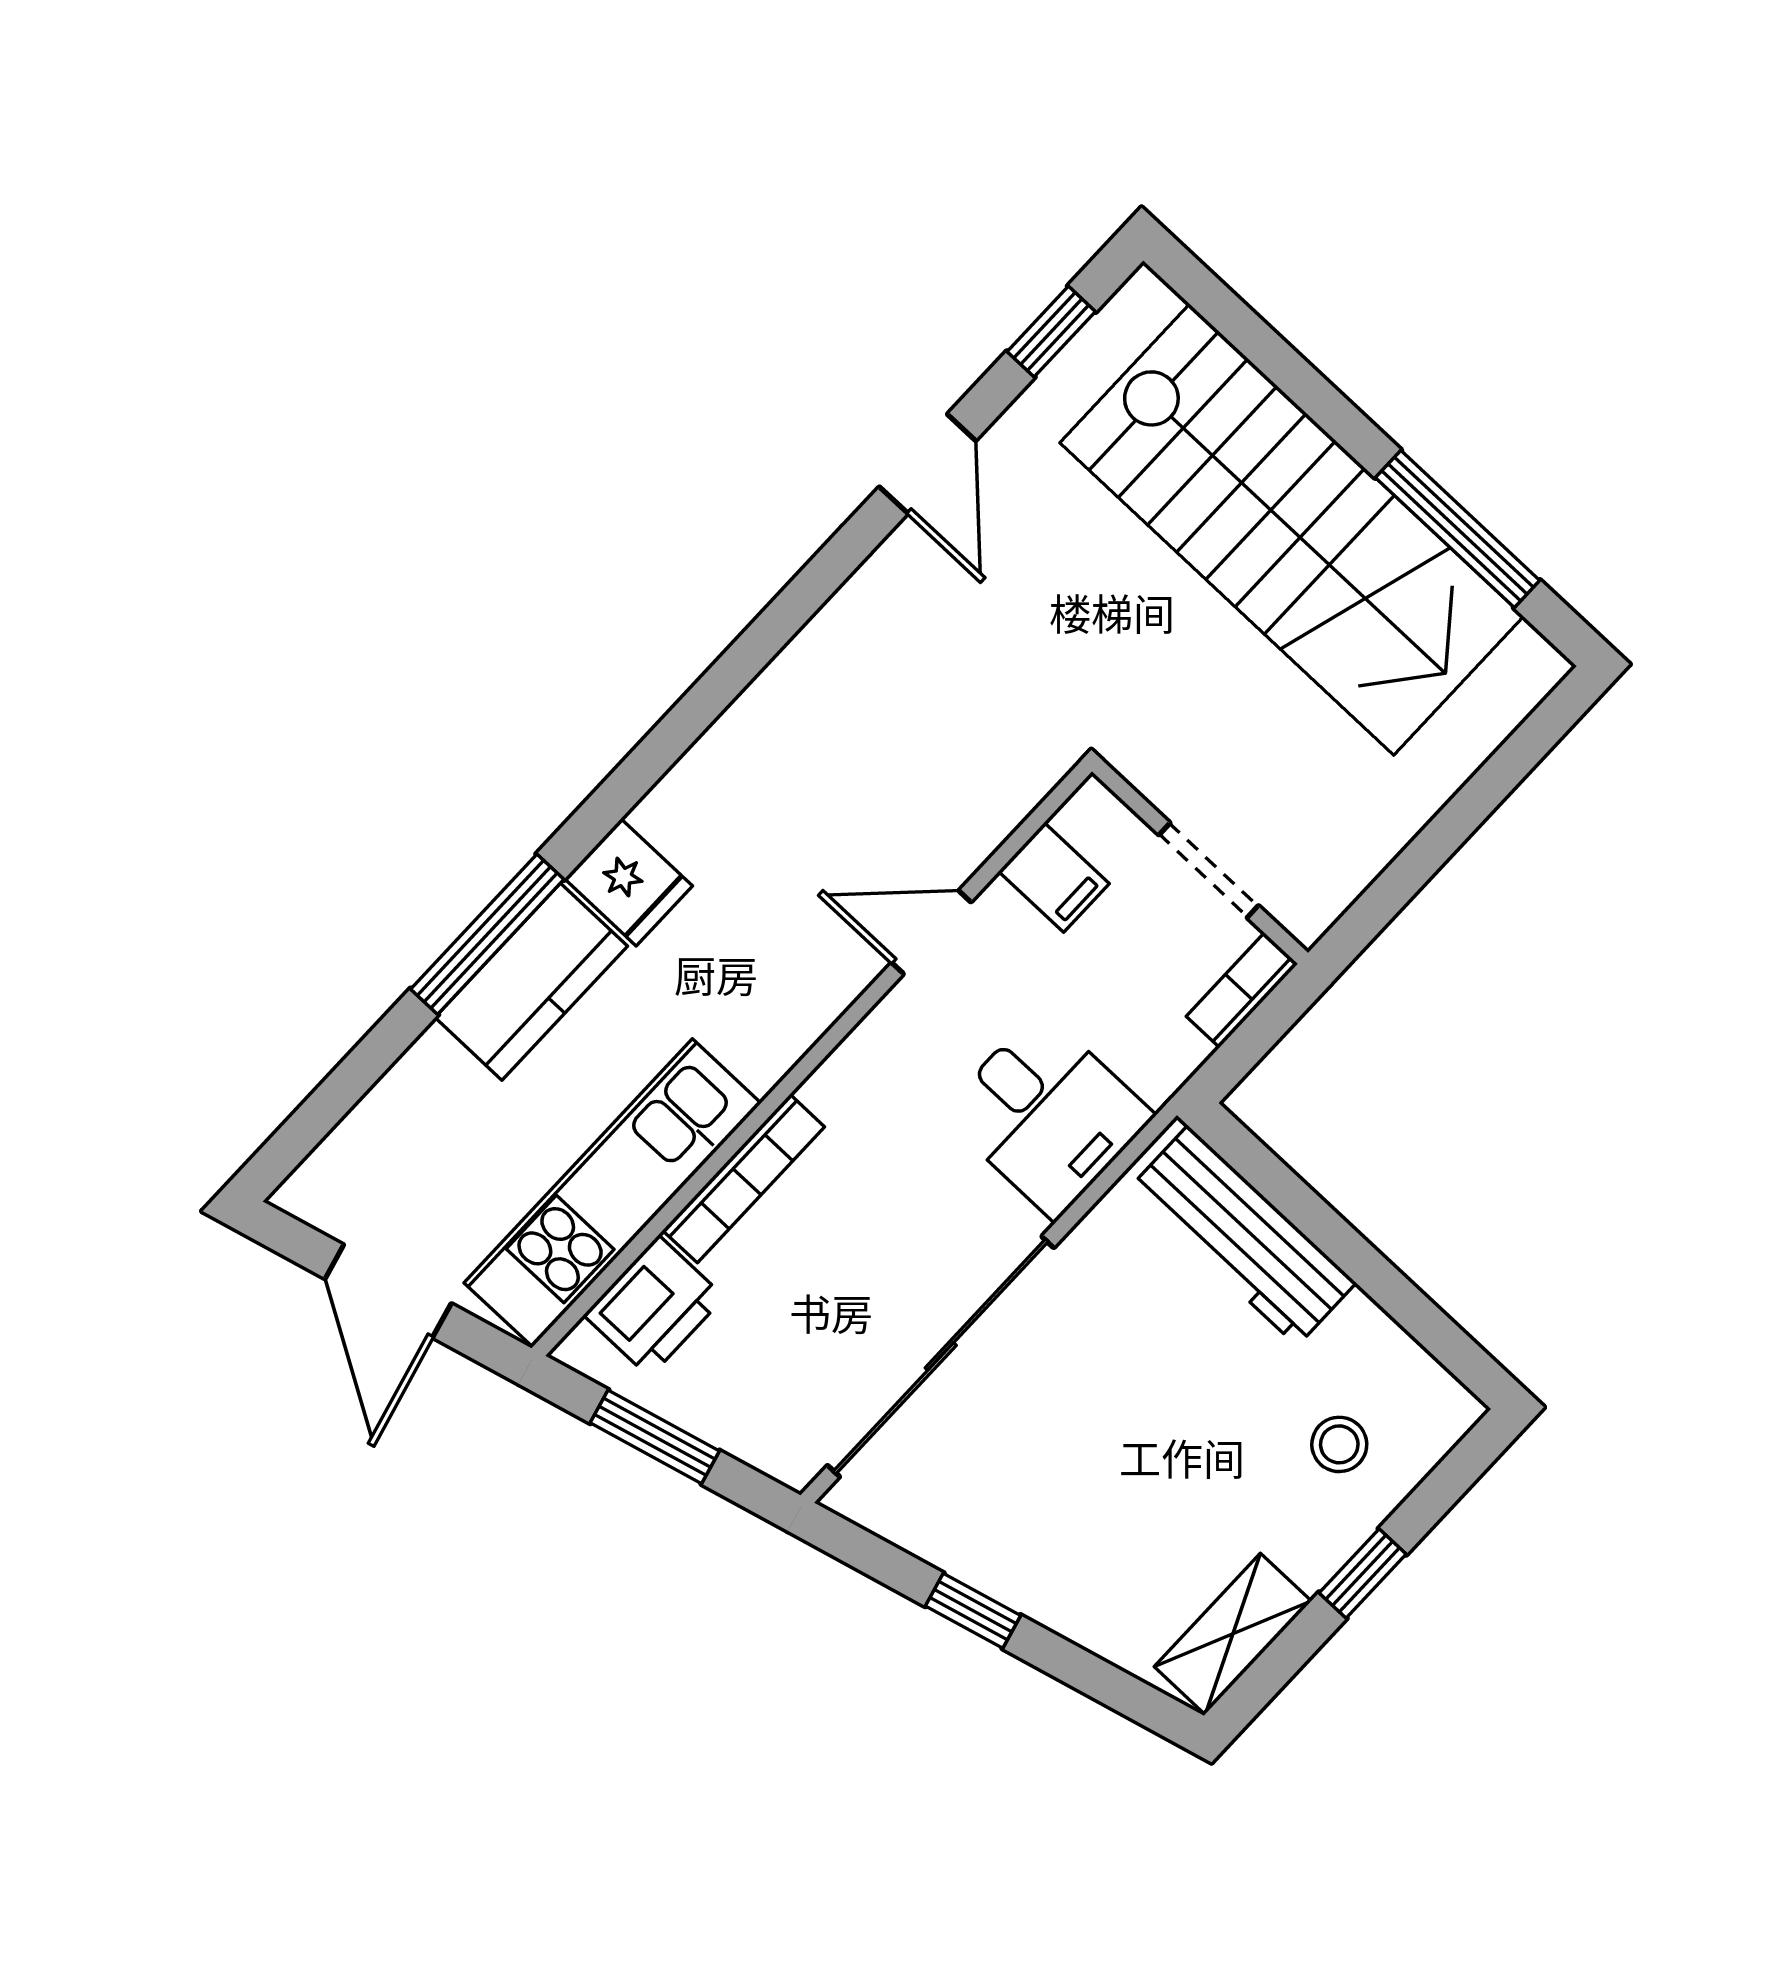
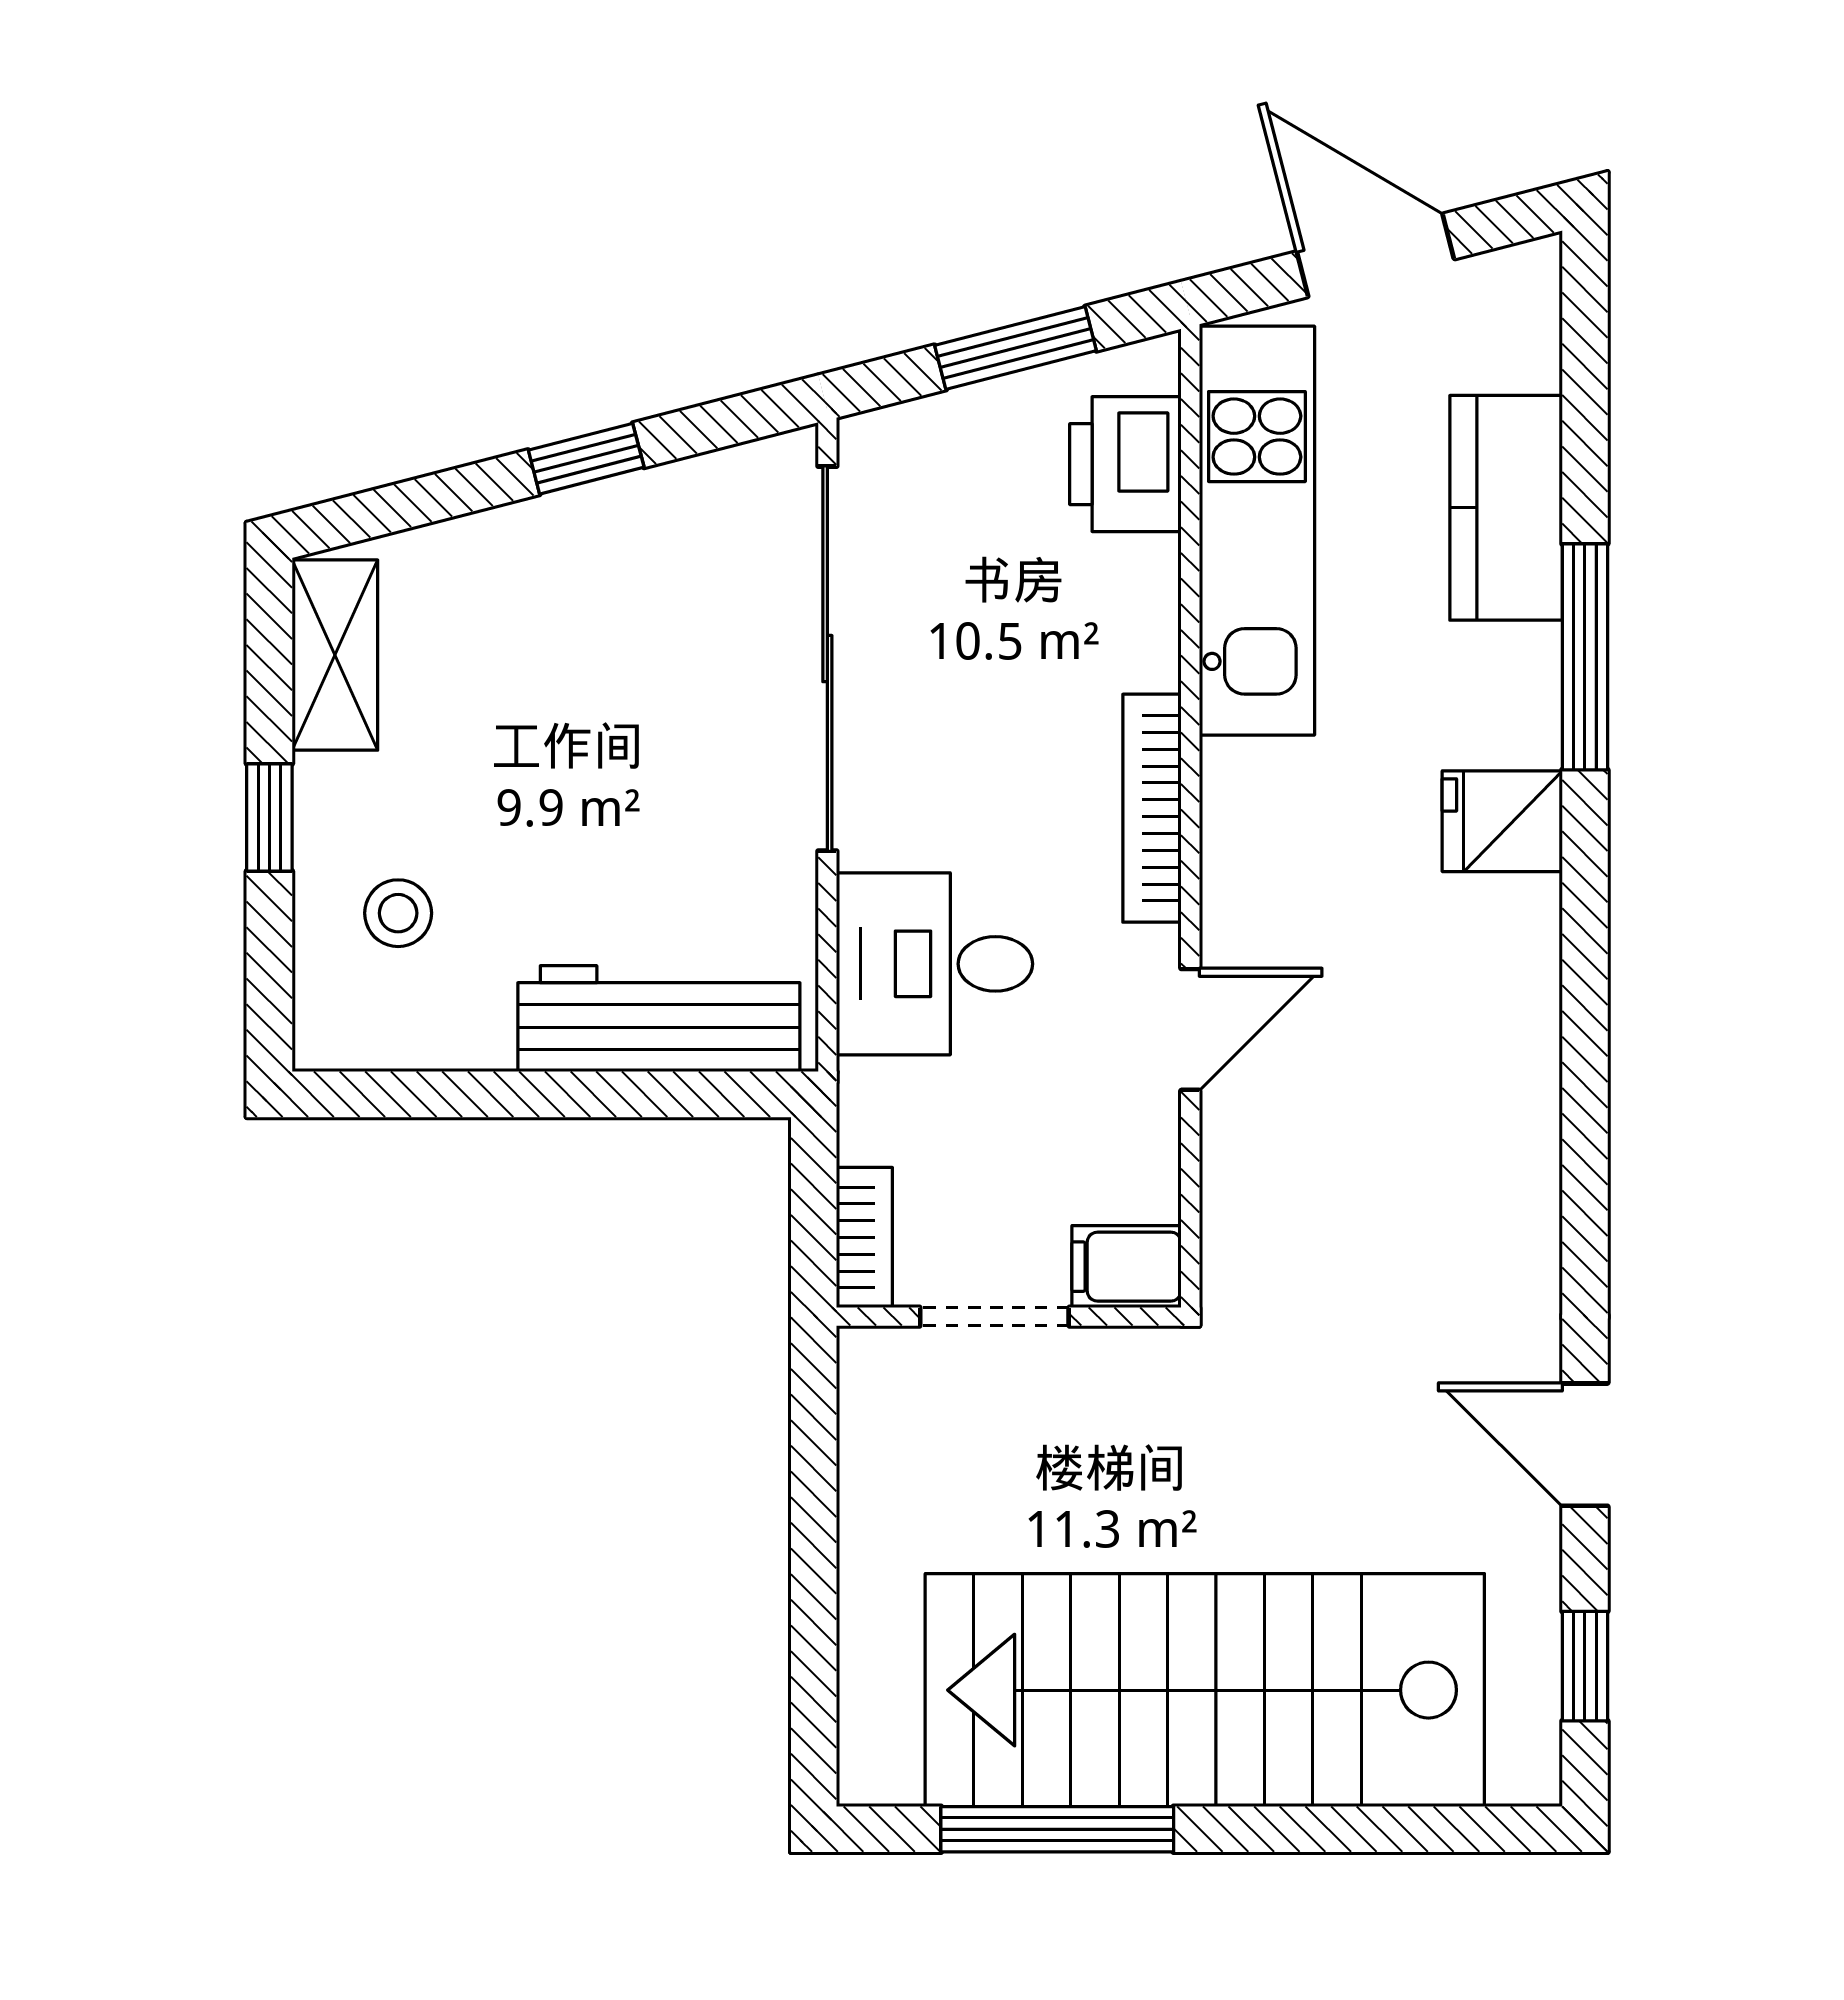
filing cabinet: (1054, 877) -> (1127, 1267), moved
kitchen counter: (531, 982) -> (1506, 508), moved
bookcase: (744, 1179) -> (1152, 808), moved

